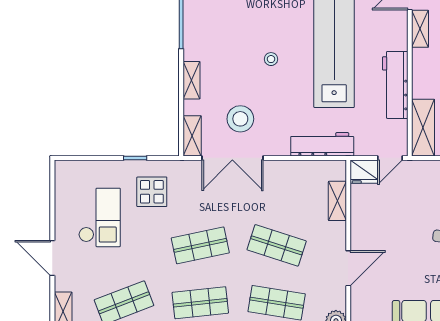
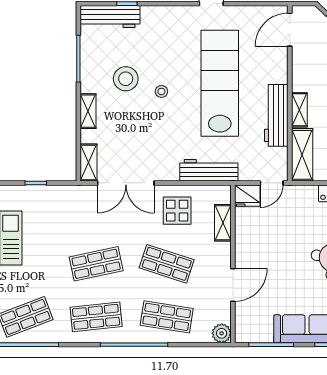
shelving: (420, 29) -> (299, 110), moved
stool: (240, 119) -> (126, 79), moved
display table: (152, 192) -> (177, 211), moved

